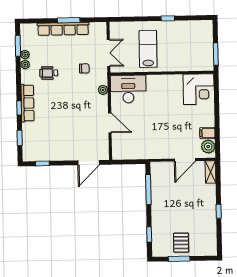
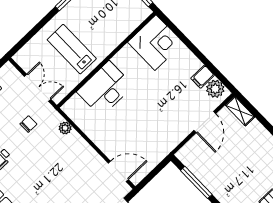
desk: (128, 89) -> (105, 89), moved
door: (110, 123) -> (118, 171), moved

